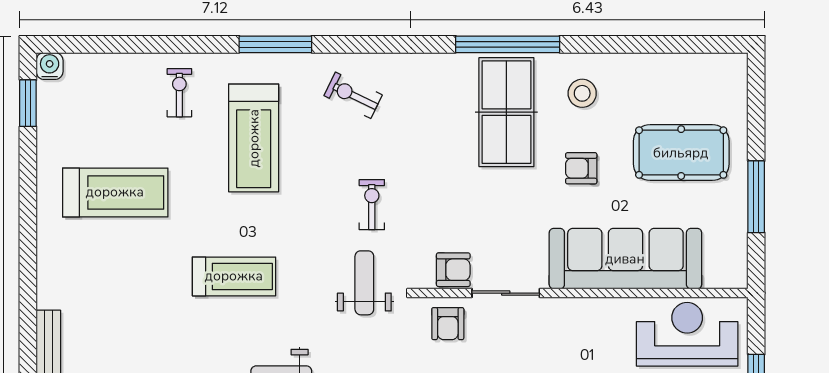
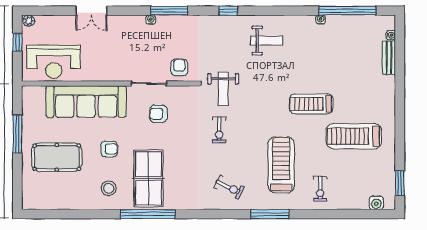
water cooler: (50, 66) -> (376, 203), moved
armchair: (453, 270) -> (158, 114), moved
treadmill: (234, 276) -> (311, 104), moved

